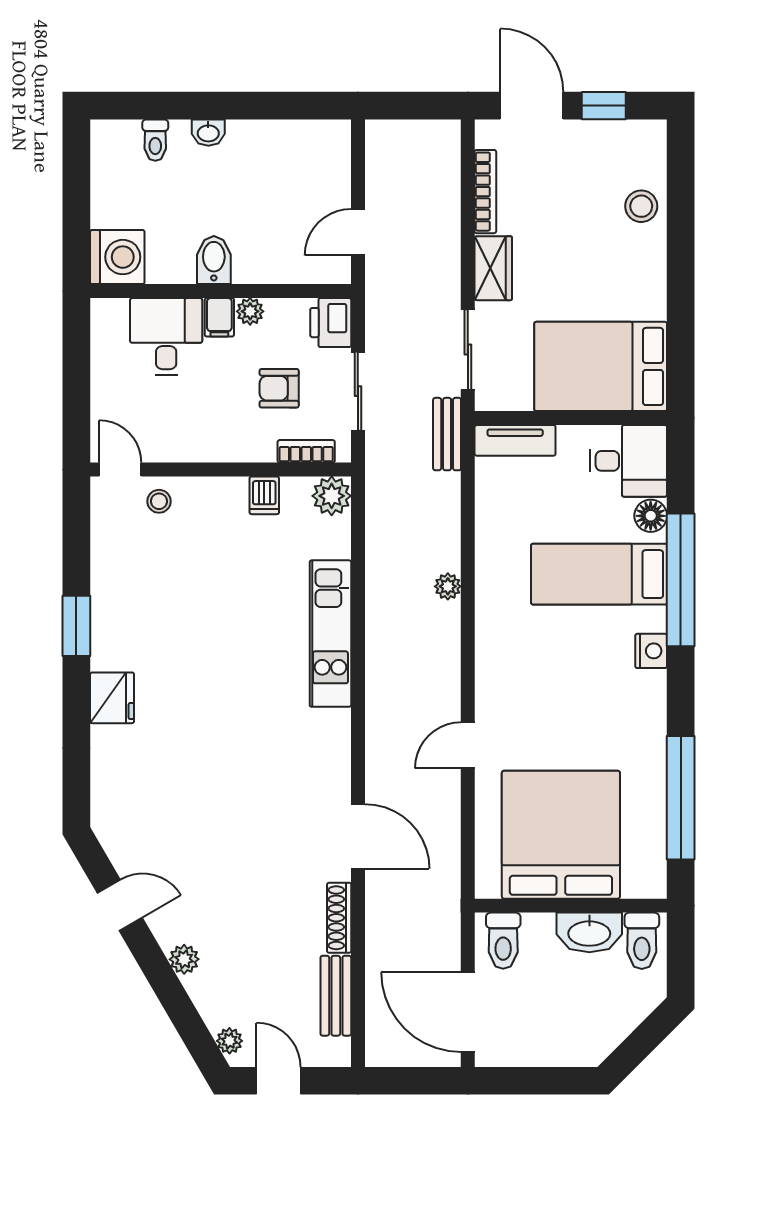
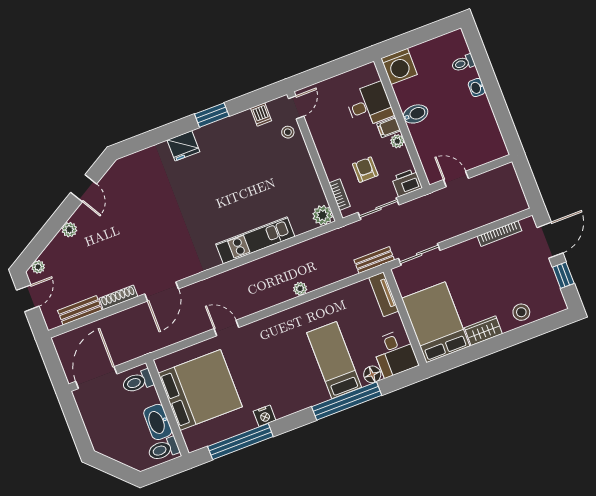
wardrobe: (493, 268) -> (483, 331), moved, turned 180
dishwasher: (264, 495) -> (261, 114), moved, turned -90
nightstand: (651, 651) -> (265, 416), moved

